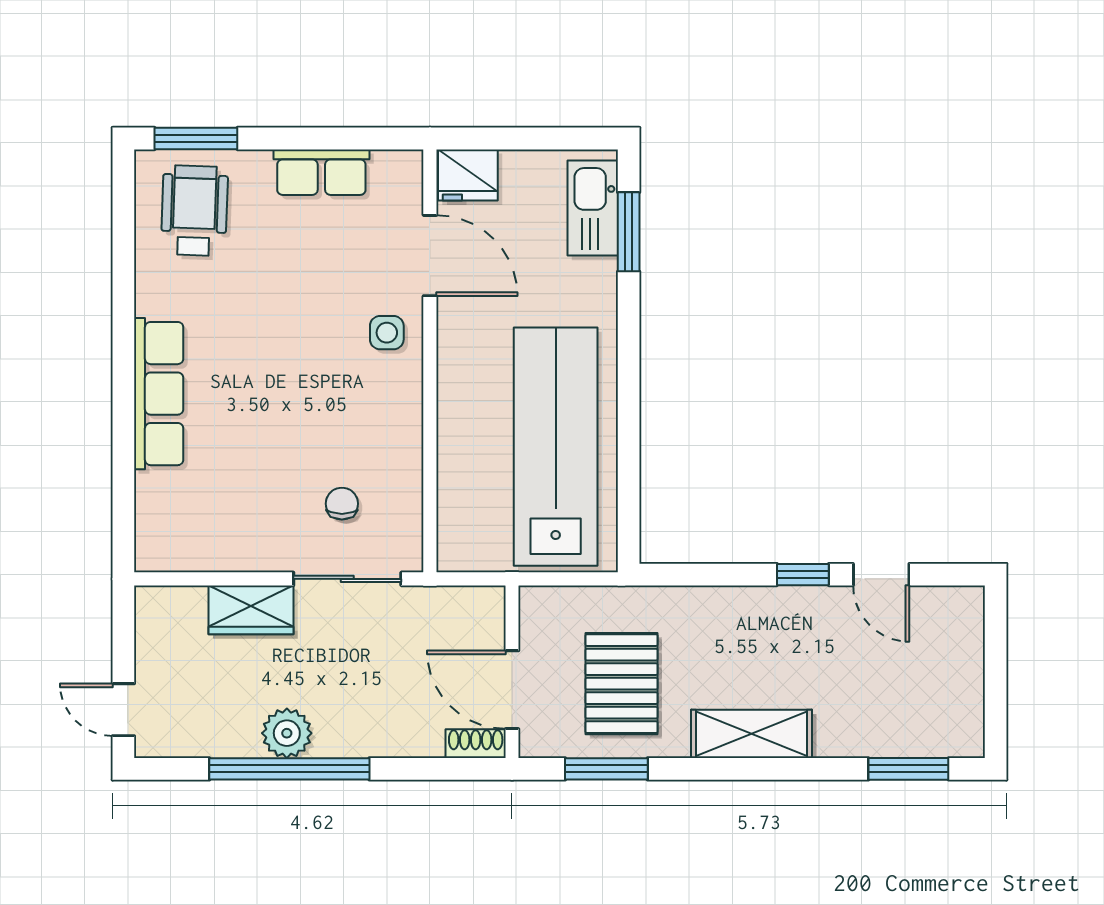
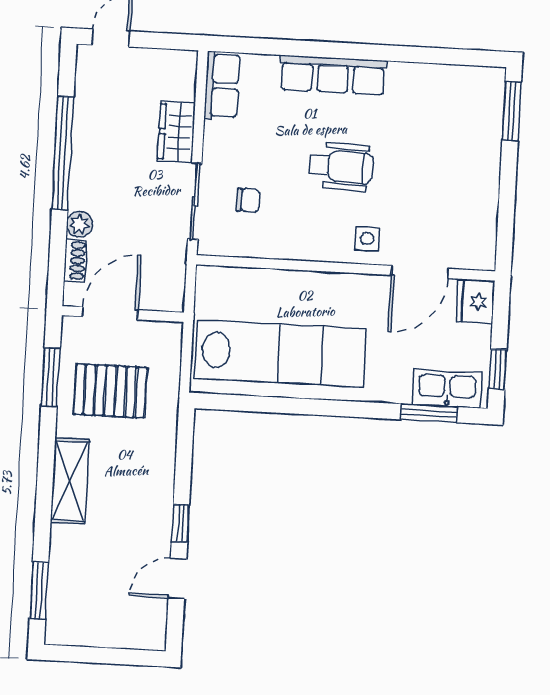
window: (561, 138) -> (498, 369), added
row of seats: (321, 172) -> (222, 86), moved, turned 180
wheelchair: (194, 211) -> (341, 166), moved
plant: (287, 733) -> (79, 224), moved, width x0.73, depth x0.73
shoe rack: (476, 744) -> (75, 260), moved

